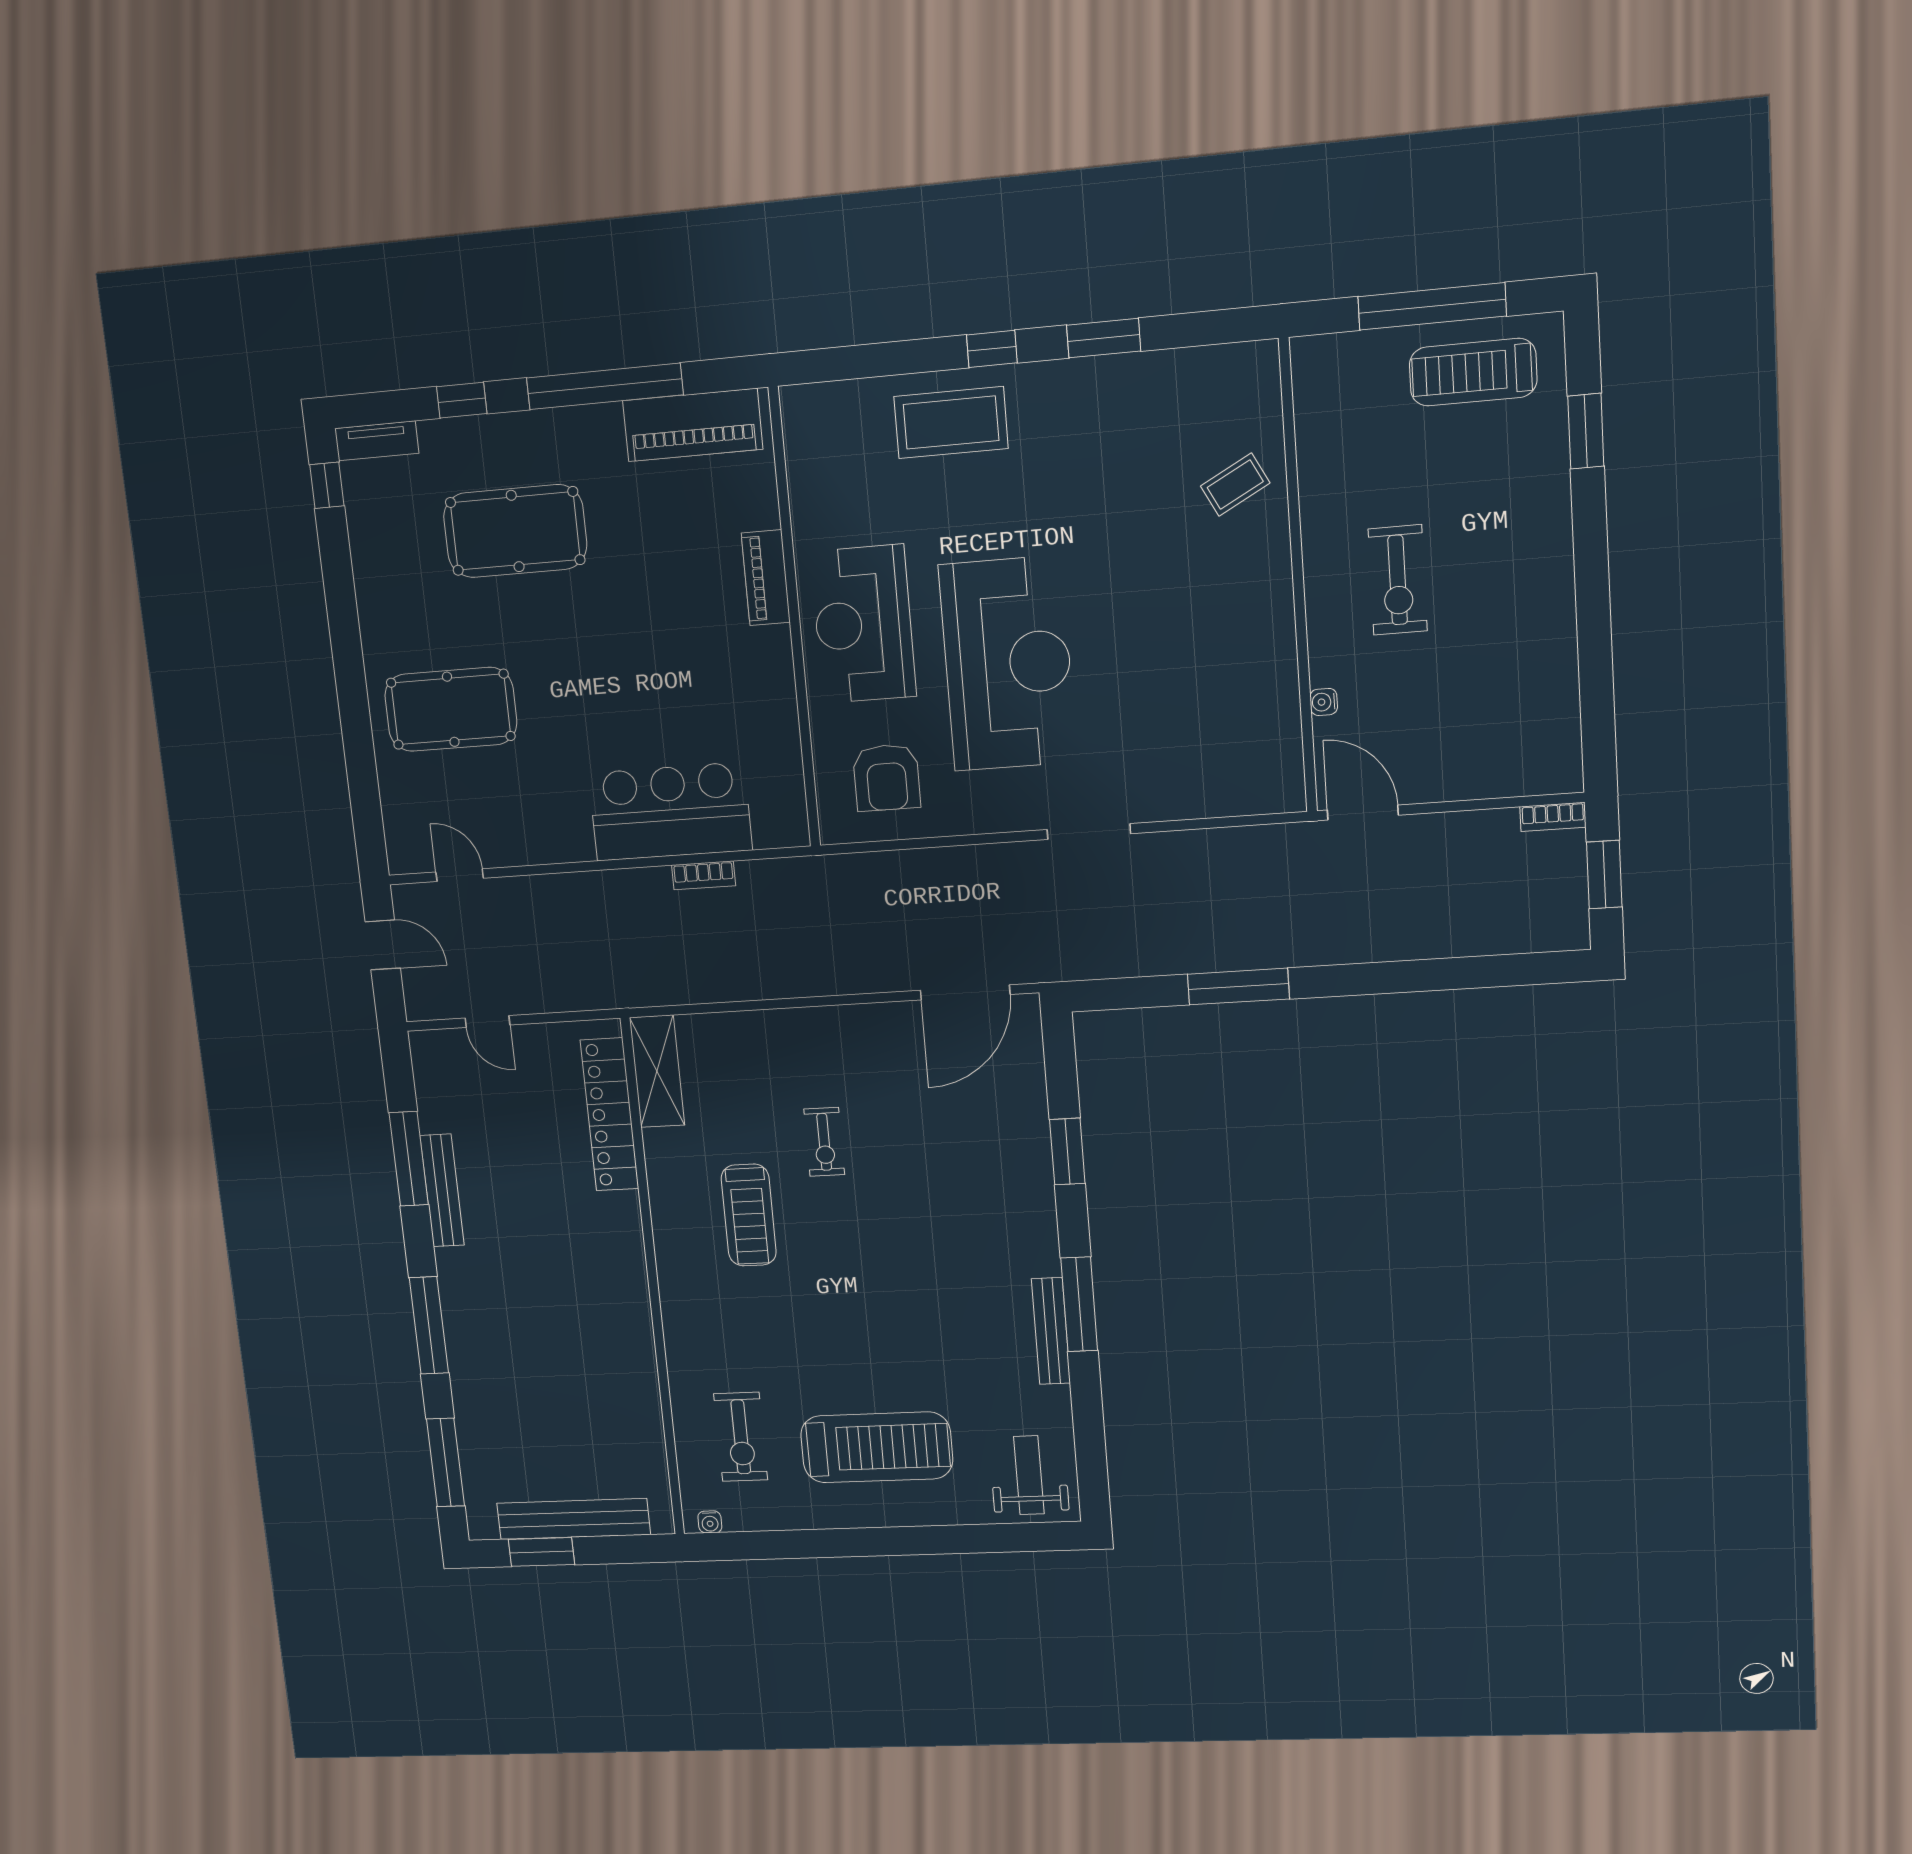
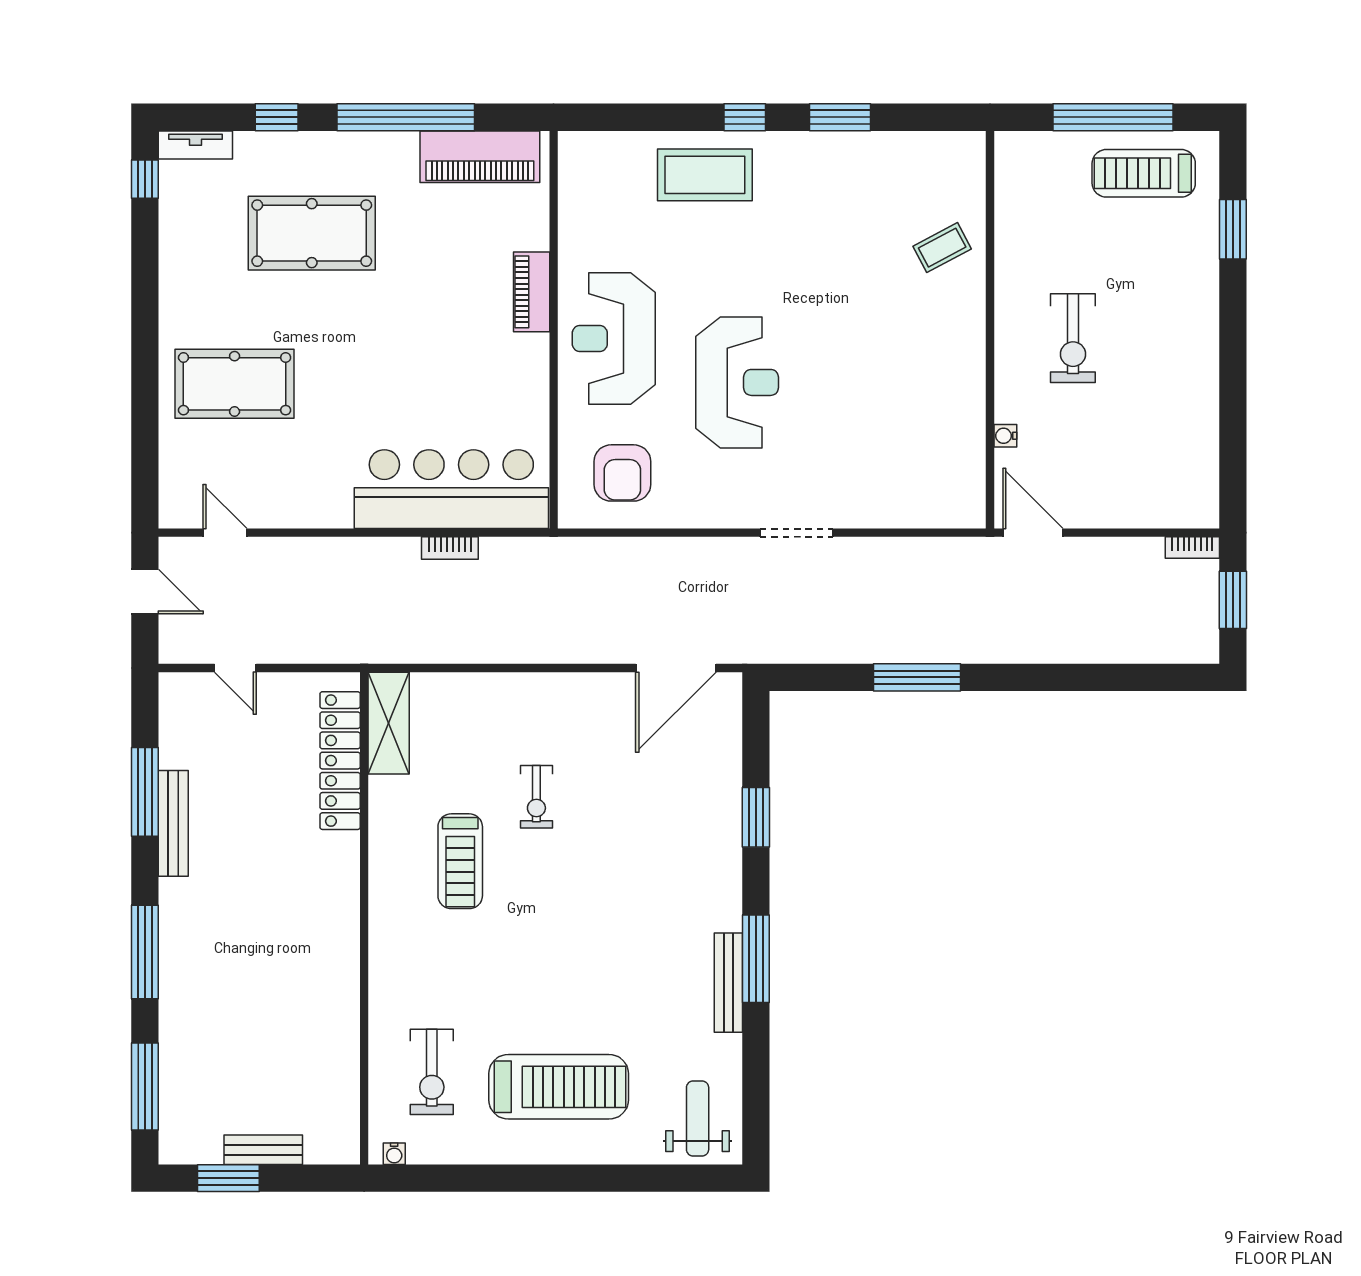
reception desk: (1008, 664) -> (737, 382), width x0.74, depth x0.77
bar counter: (670, 812) -> (451, 489), width x1.36
bench: (574, 1519) -> (263, 1150), width x0.54, depth x0.82

